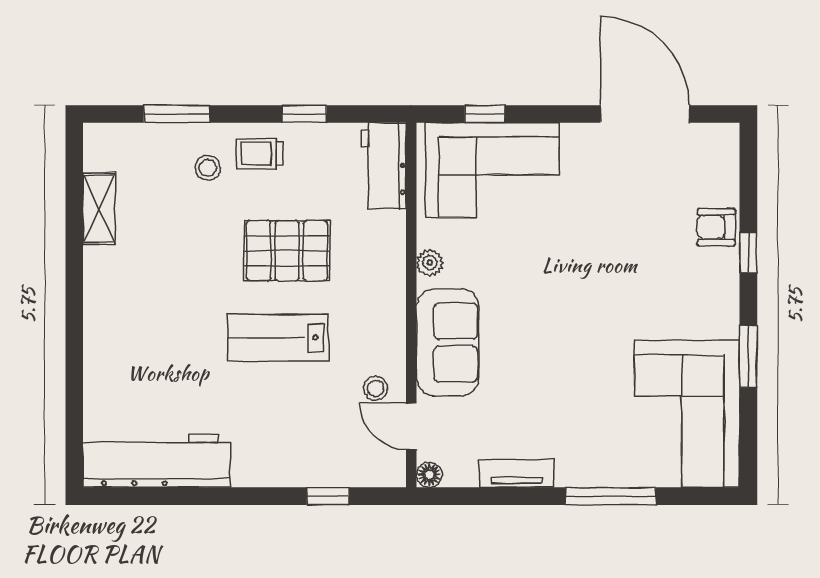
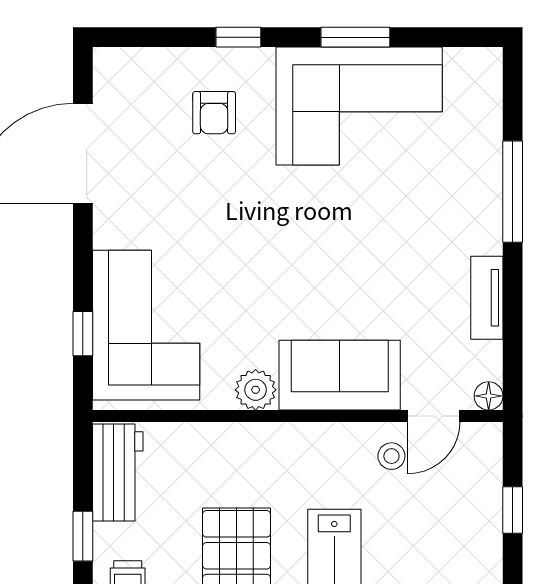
workbench: (384, 166) -> (118, 473), moved, turned -90
armchair: (716, 227) -> (214, 113), moved
plant: (430, 263) -> (256, 390), width x1.38, depth x1.38
corner sofa: (687, 414) -> (359, 106), moved

